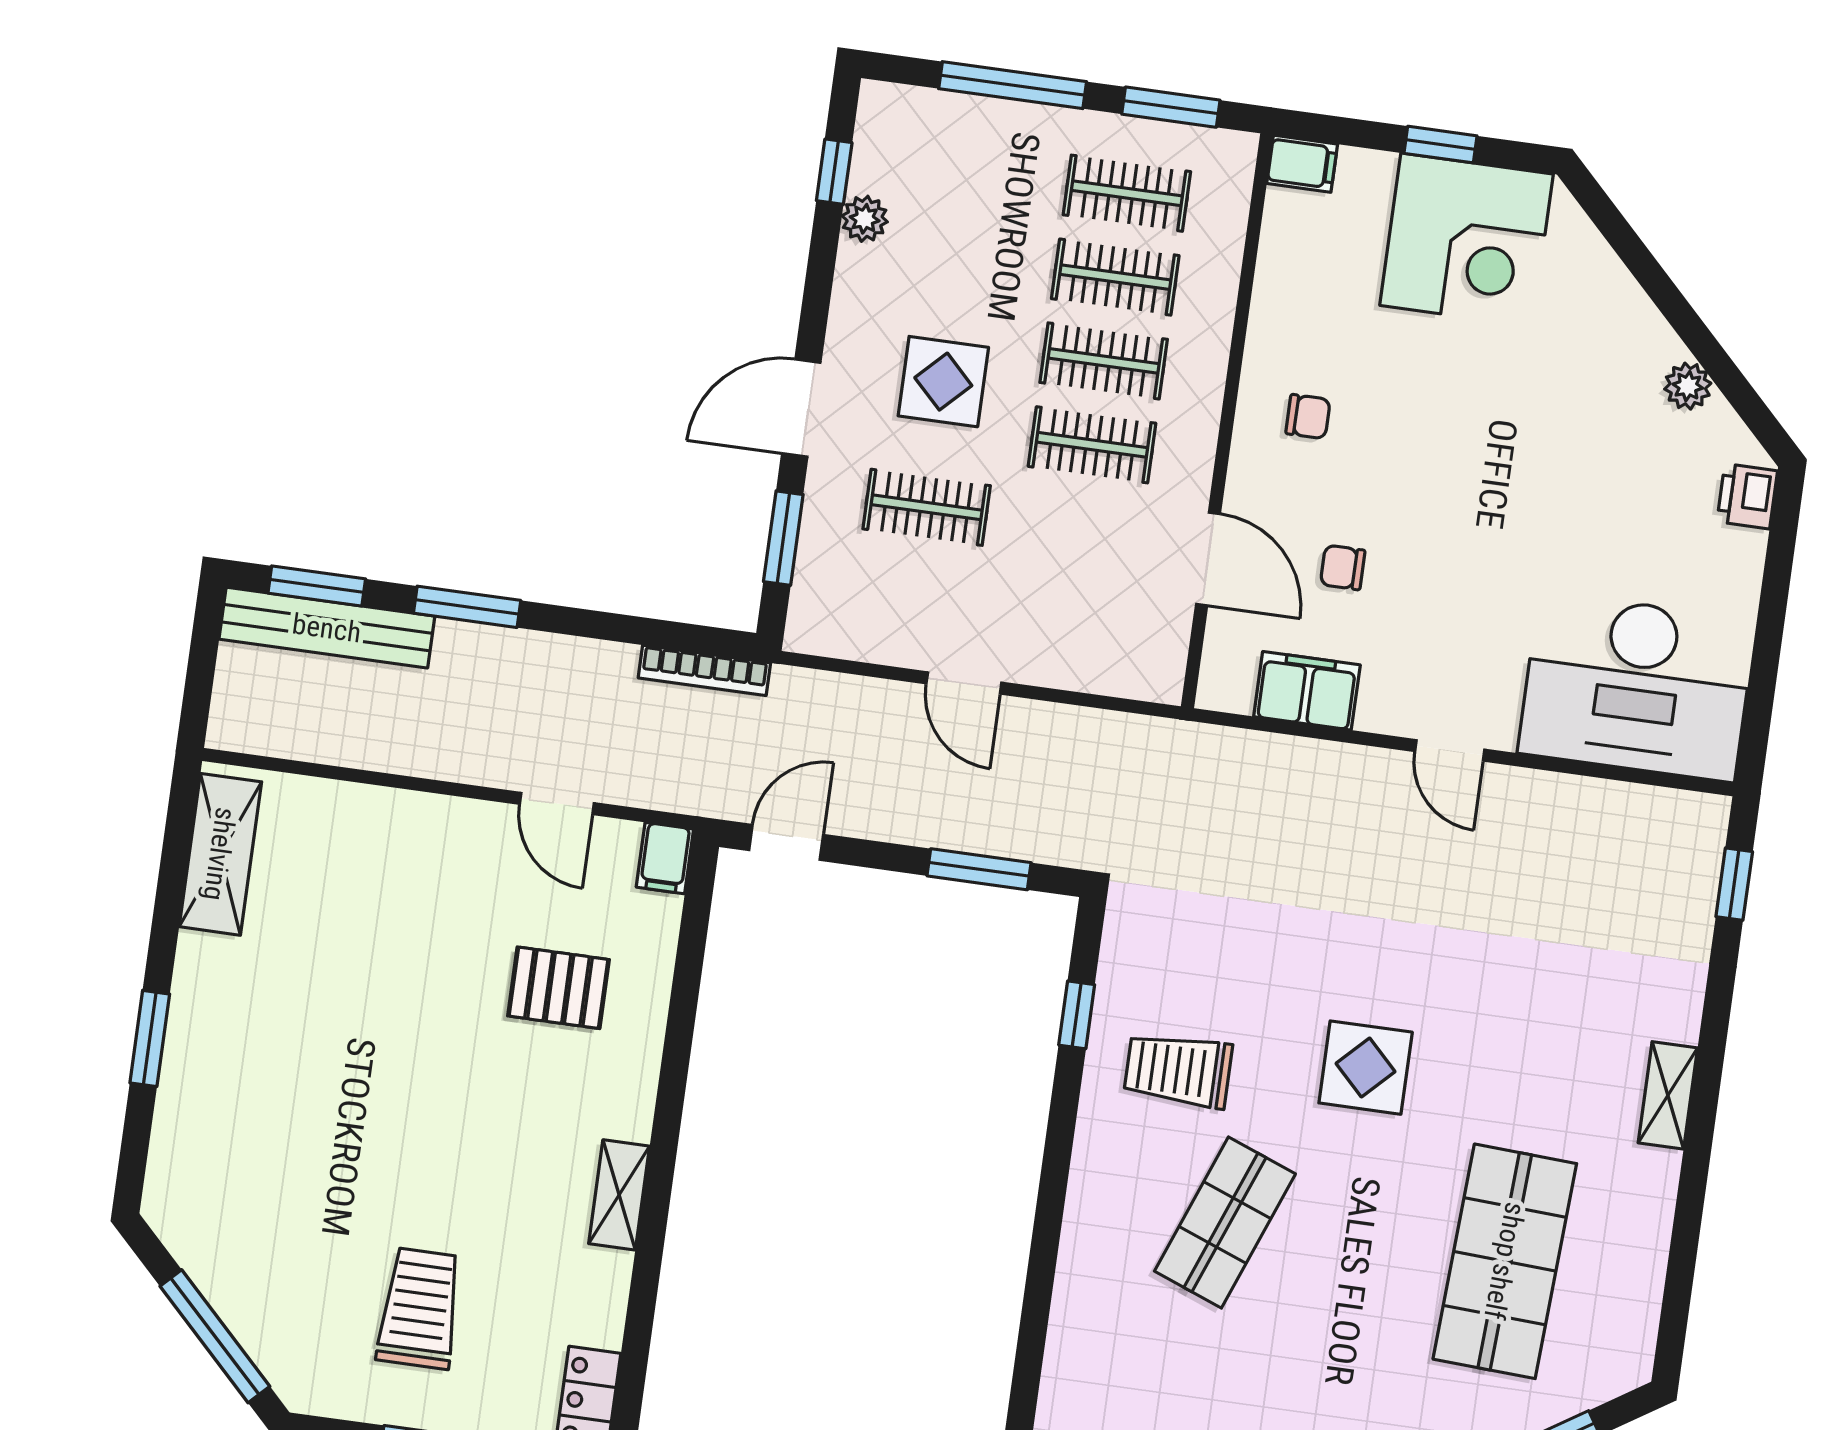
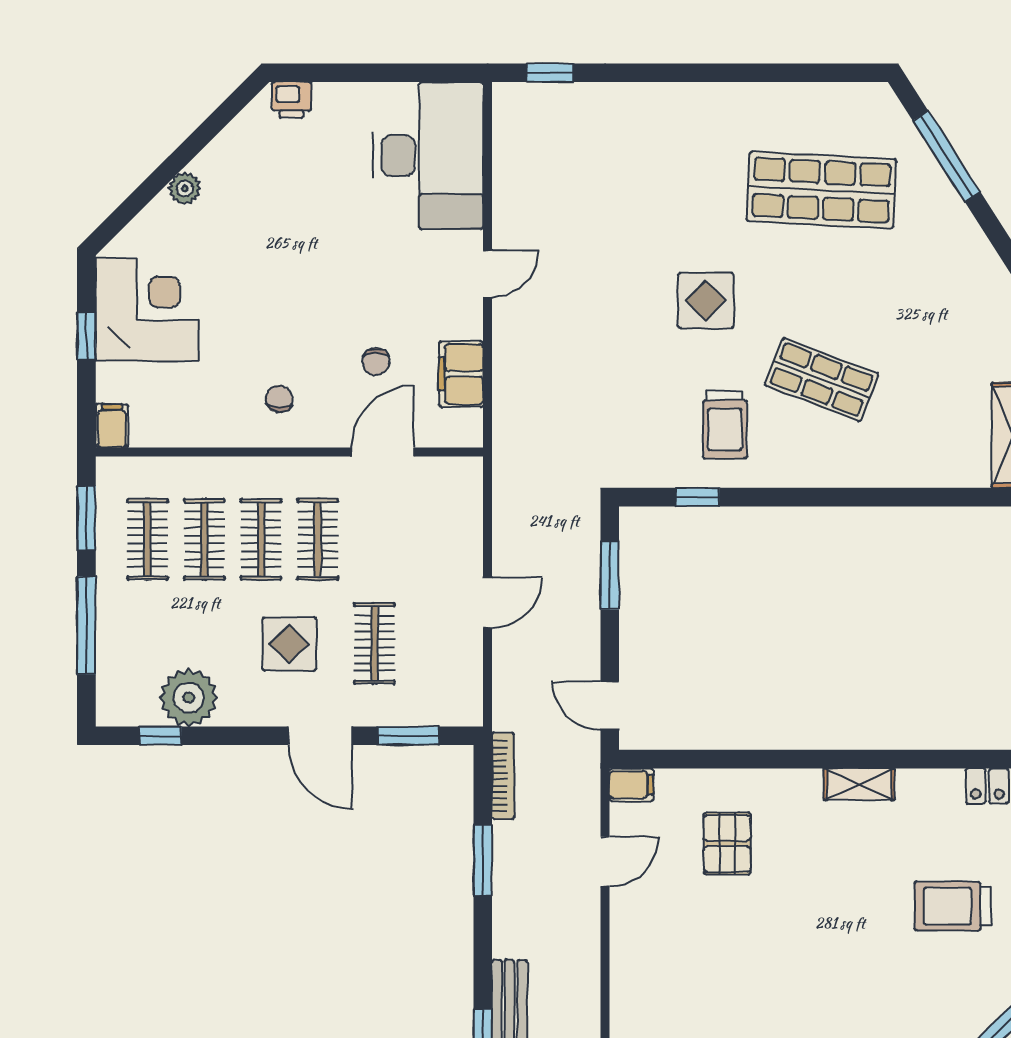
plant: (865, 219) -> (189, 698), width x1.87, depth x1.87
plant: (1688, 386) -> (185, 189), moved
window: (467, 607) -> (483, 860), moved
shelving: (1668, 1095) -> (696, 97), removed

